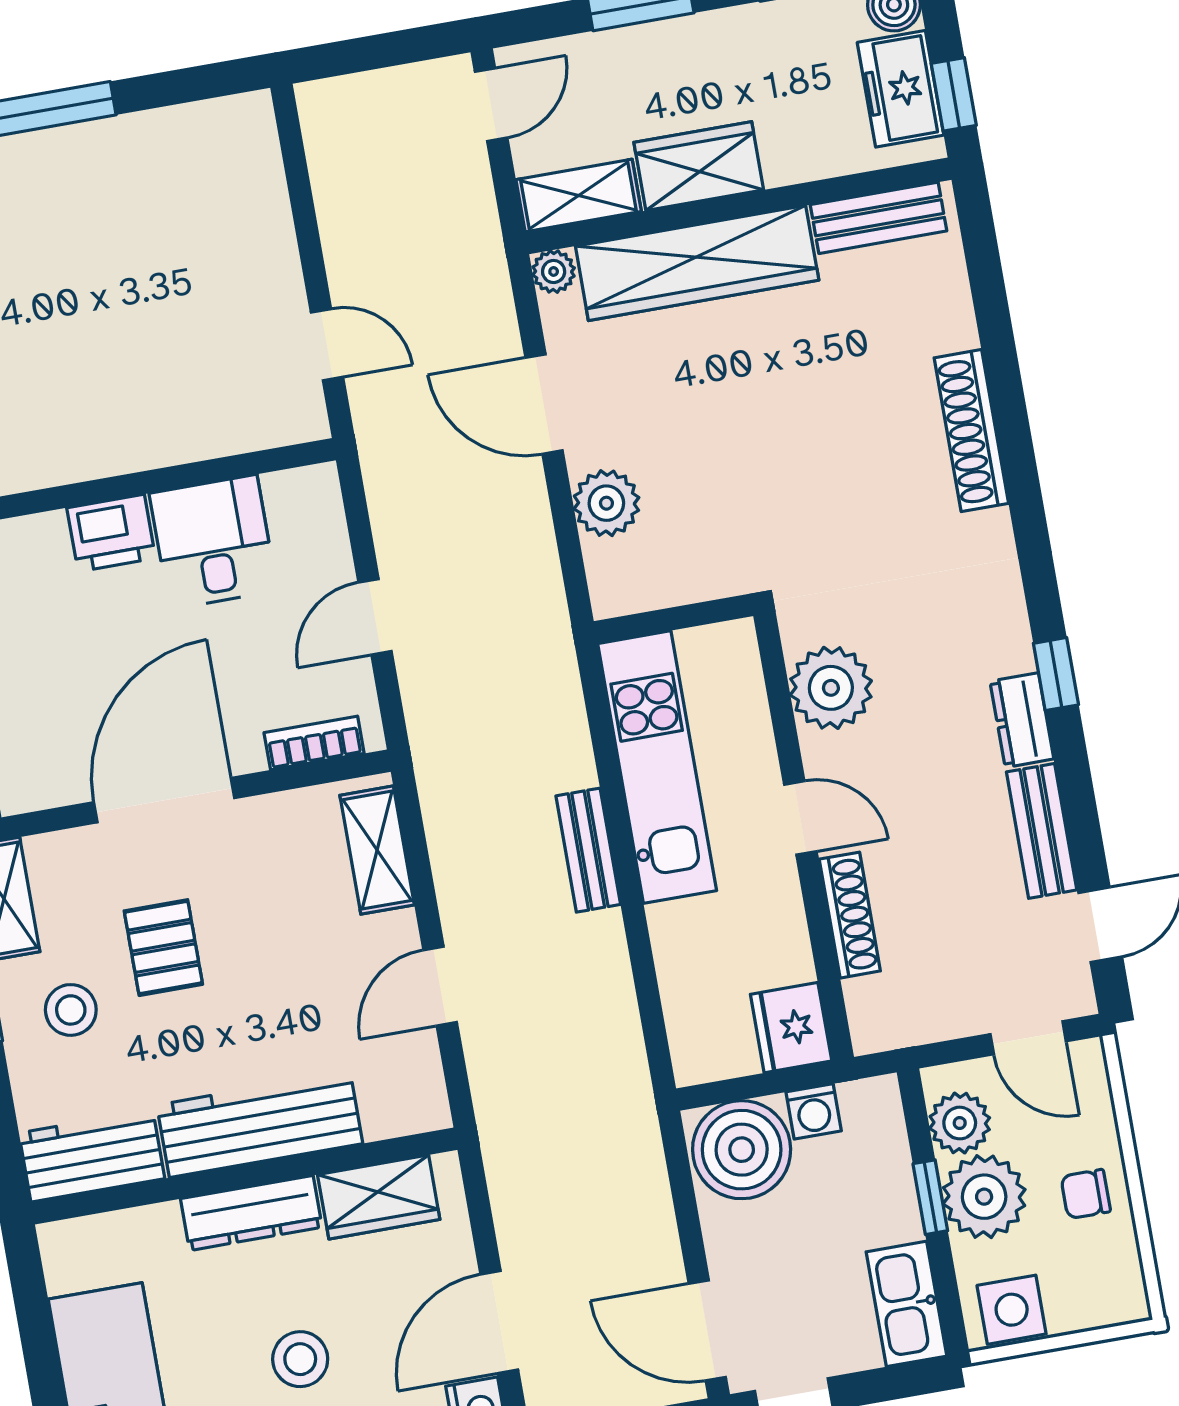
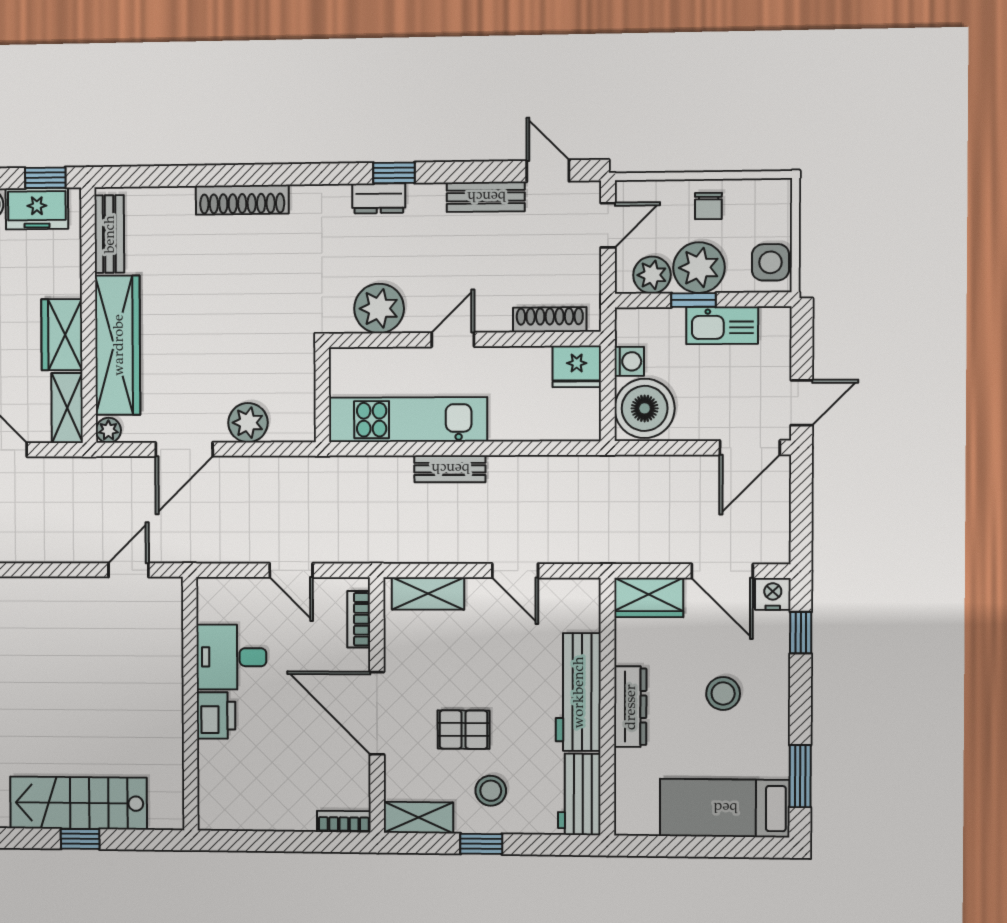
dresser: (1022, 720) -> (379, 198), moved
shoe rack: (850, 915) -> (550, 320), moved
wardrobe: (379, 1197) -> (649, 597), moved, turned 90
kitchen sink: (906, 1304) -> (722, 325), moved

